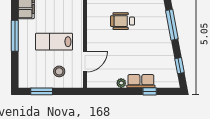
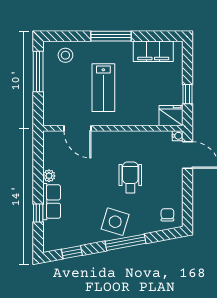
side table: (156, 33) -> (115, 222), added
lab bench: (54, 42) -> (103, 88), turned 180
stool: (59, 71) -> (65, 55), moved
window: (42, 91) -> (38, 71), width x1.44

